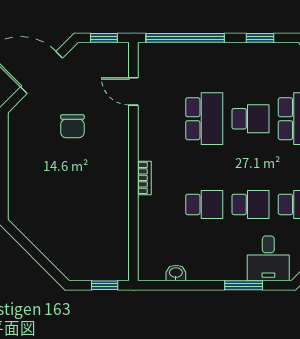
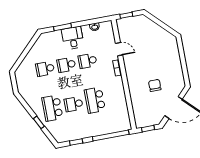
door: (133, 91) -> (119, 49), moved
desk: (268, 258) -> (73, 38), moved

